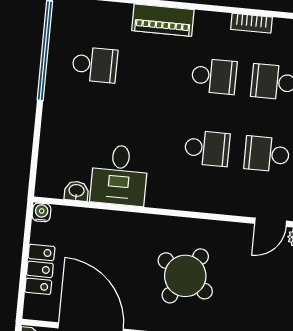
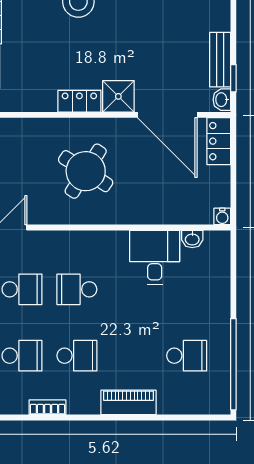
school desk: (95, 65) -> (187, 356), turned 180
school desk: (214, 76) -> (77, 356), turned 180
locker: (40, 269) -> (219, 141), moved

